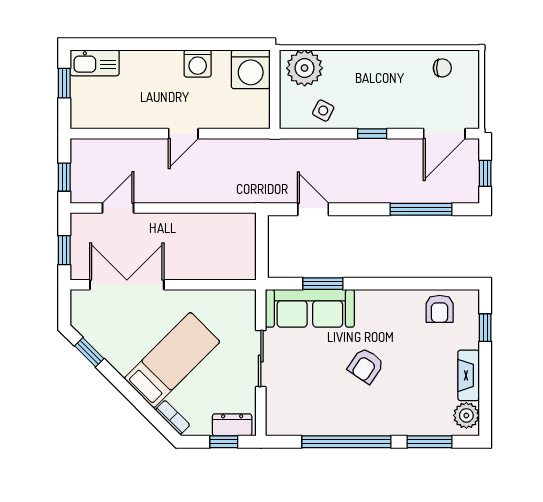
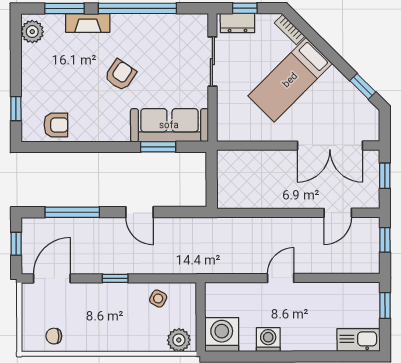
plant: (305, 68) -> (179, 340), width x0.73, depth x0.73
window: (64, 83) -> (385, 305), moved
door: (313, 209) -> (140, 212), moved
armchair: (440, 309) -> (56, 125), turned 90
sliding door: (261, 358) -> (212, 62), moved
fireplace: (469, 375) -> (88, 23), moved, turned 90

